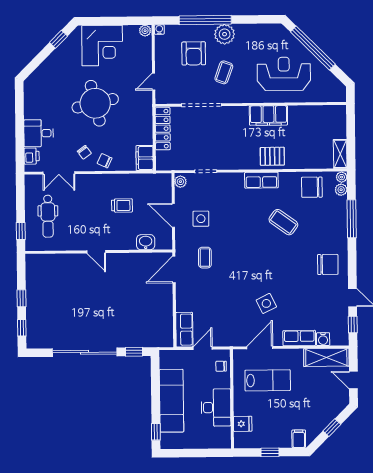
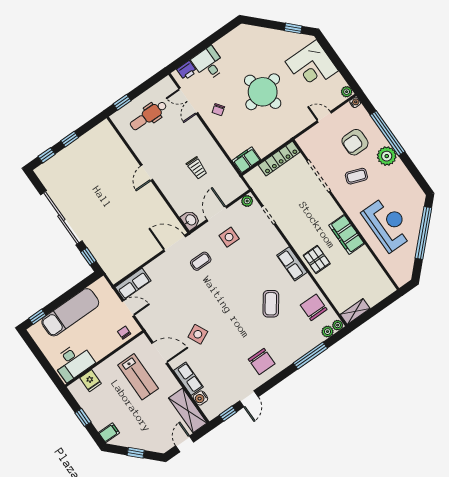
door: (154, 82) -> (324, 117), moved
chair: (105, 161) -> (223, 130), removed
washbasin: (146, 242) -> (190, 220), moved
desk: (216, 407) -> (73, 362), moved

